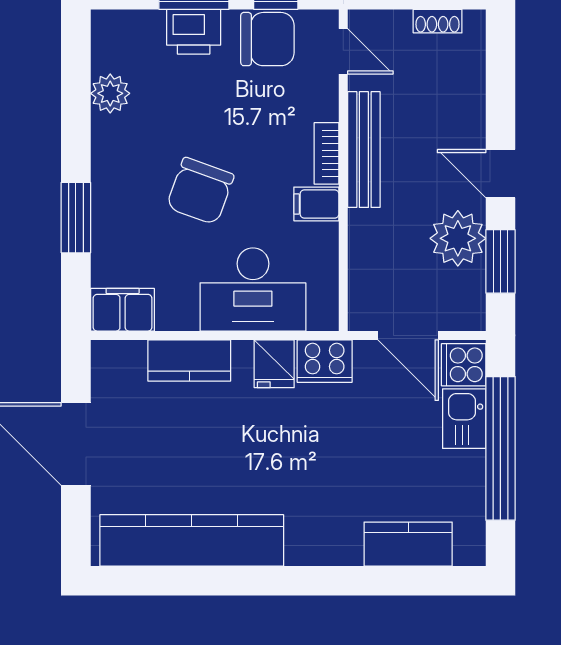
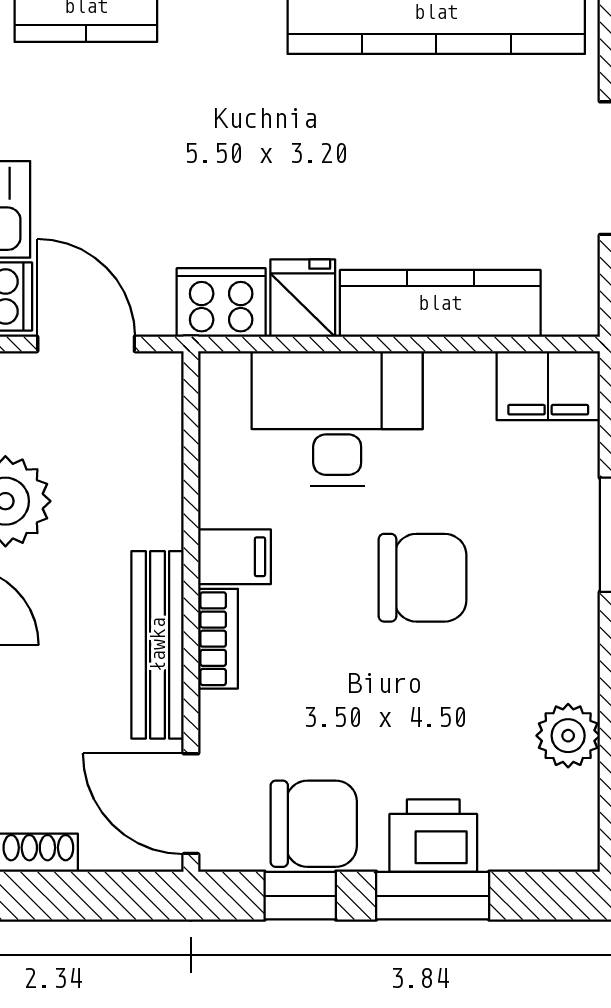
chair: (267, 39) -> (314, 824), turned 180
door: (343, 51) -> (191, 804), width x1.38
chair: (200, 191) -> (423, 578), turned 70
kitchen counter: (189, 361) -> (440, 303), width x1.50

